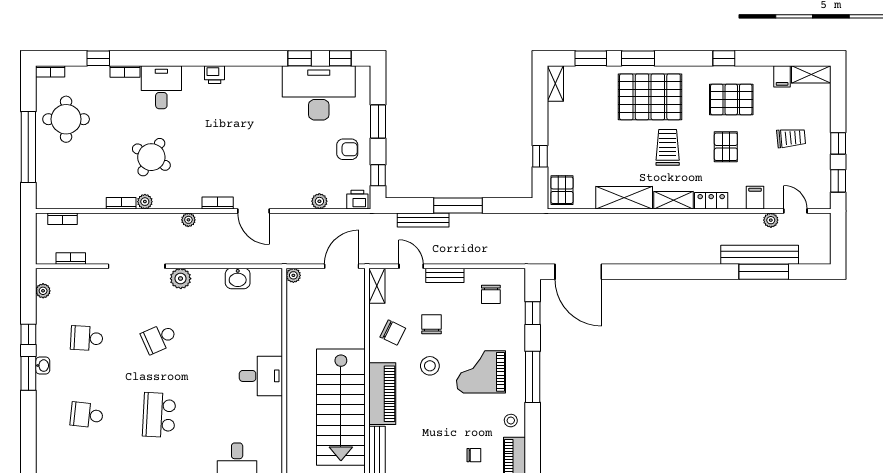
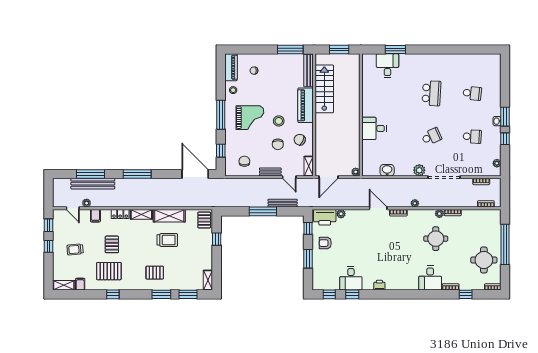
printer: (215, 75) -> (379, 285), moved
desk: (319, 93) -> (351, 278), width x0.53, depth x0.77
pallet: (650, 97) -> (155, 273), width x0.49, depth x0.50
trolley: (668, 147) -> (167, 240), moved, turned -90
round table: (151, 157) -> (436, 239), turned -31
printer: (357, 200) -> (325, 217), width x1.87, depth x1.48
window: (681, 272) -> (137, 174), added
desk: (261, 376) -> (374, 128), moved
stairs: (341, 407) -> (324, 89), width x0.73, depth x0.66

